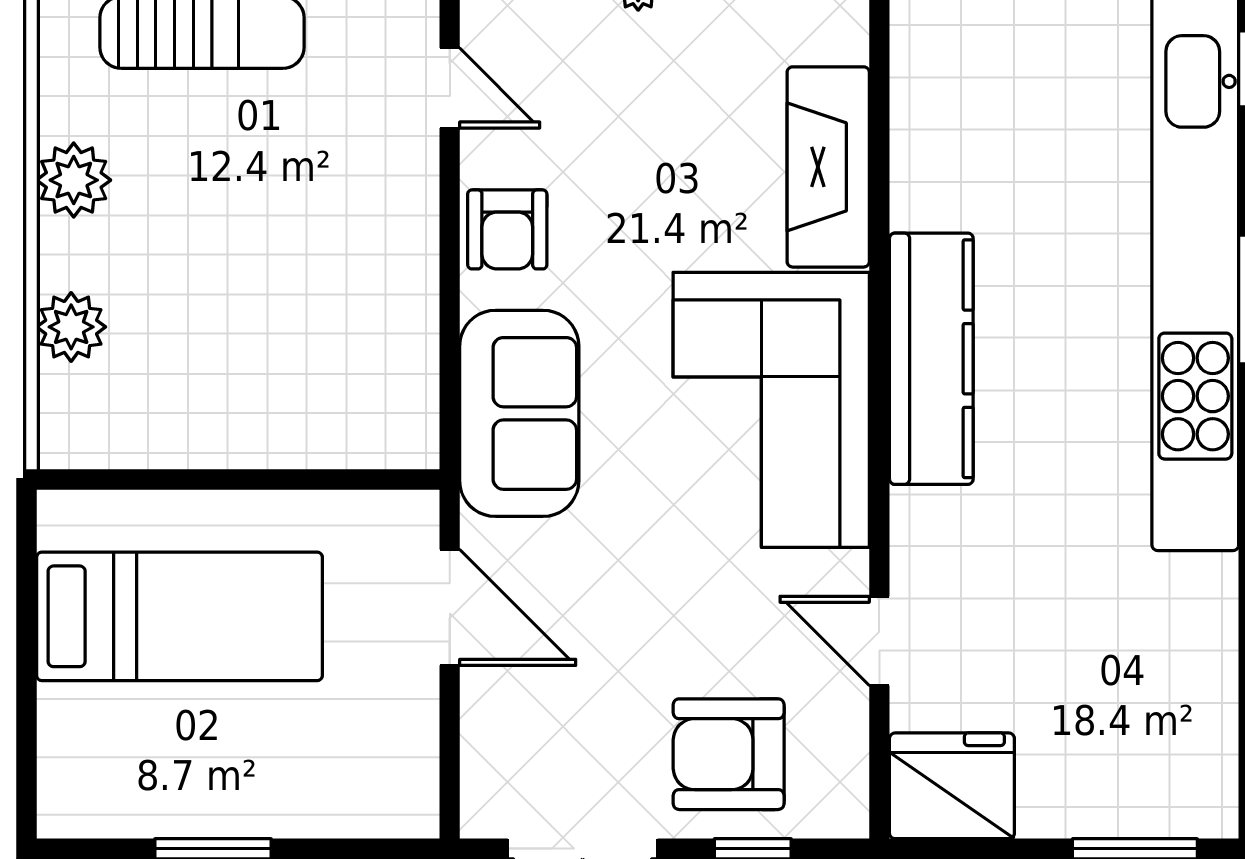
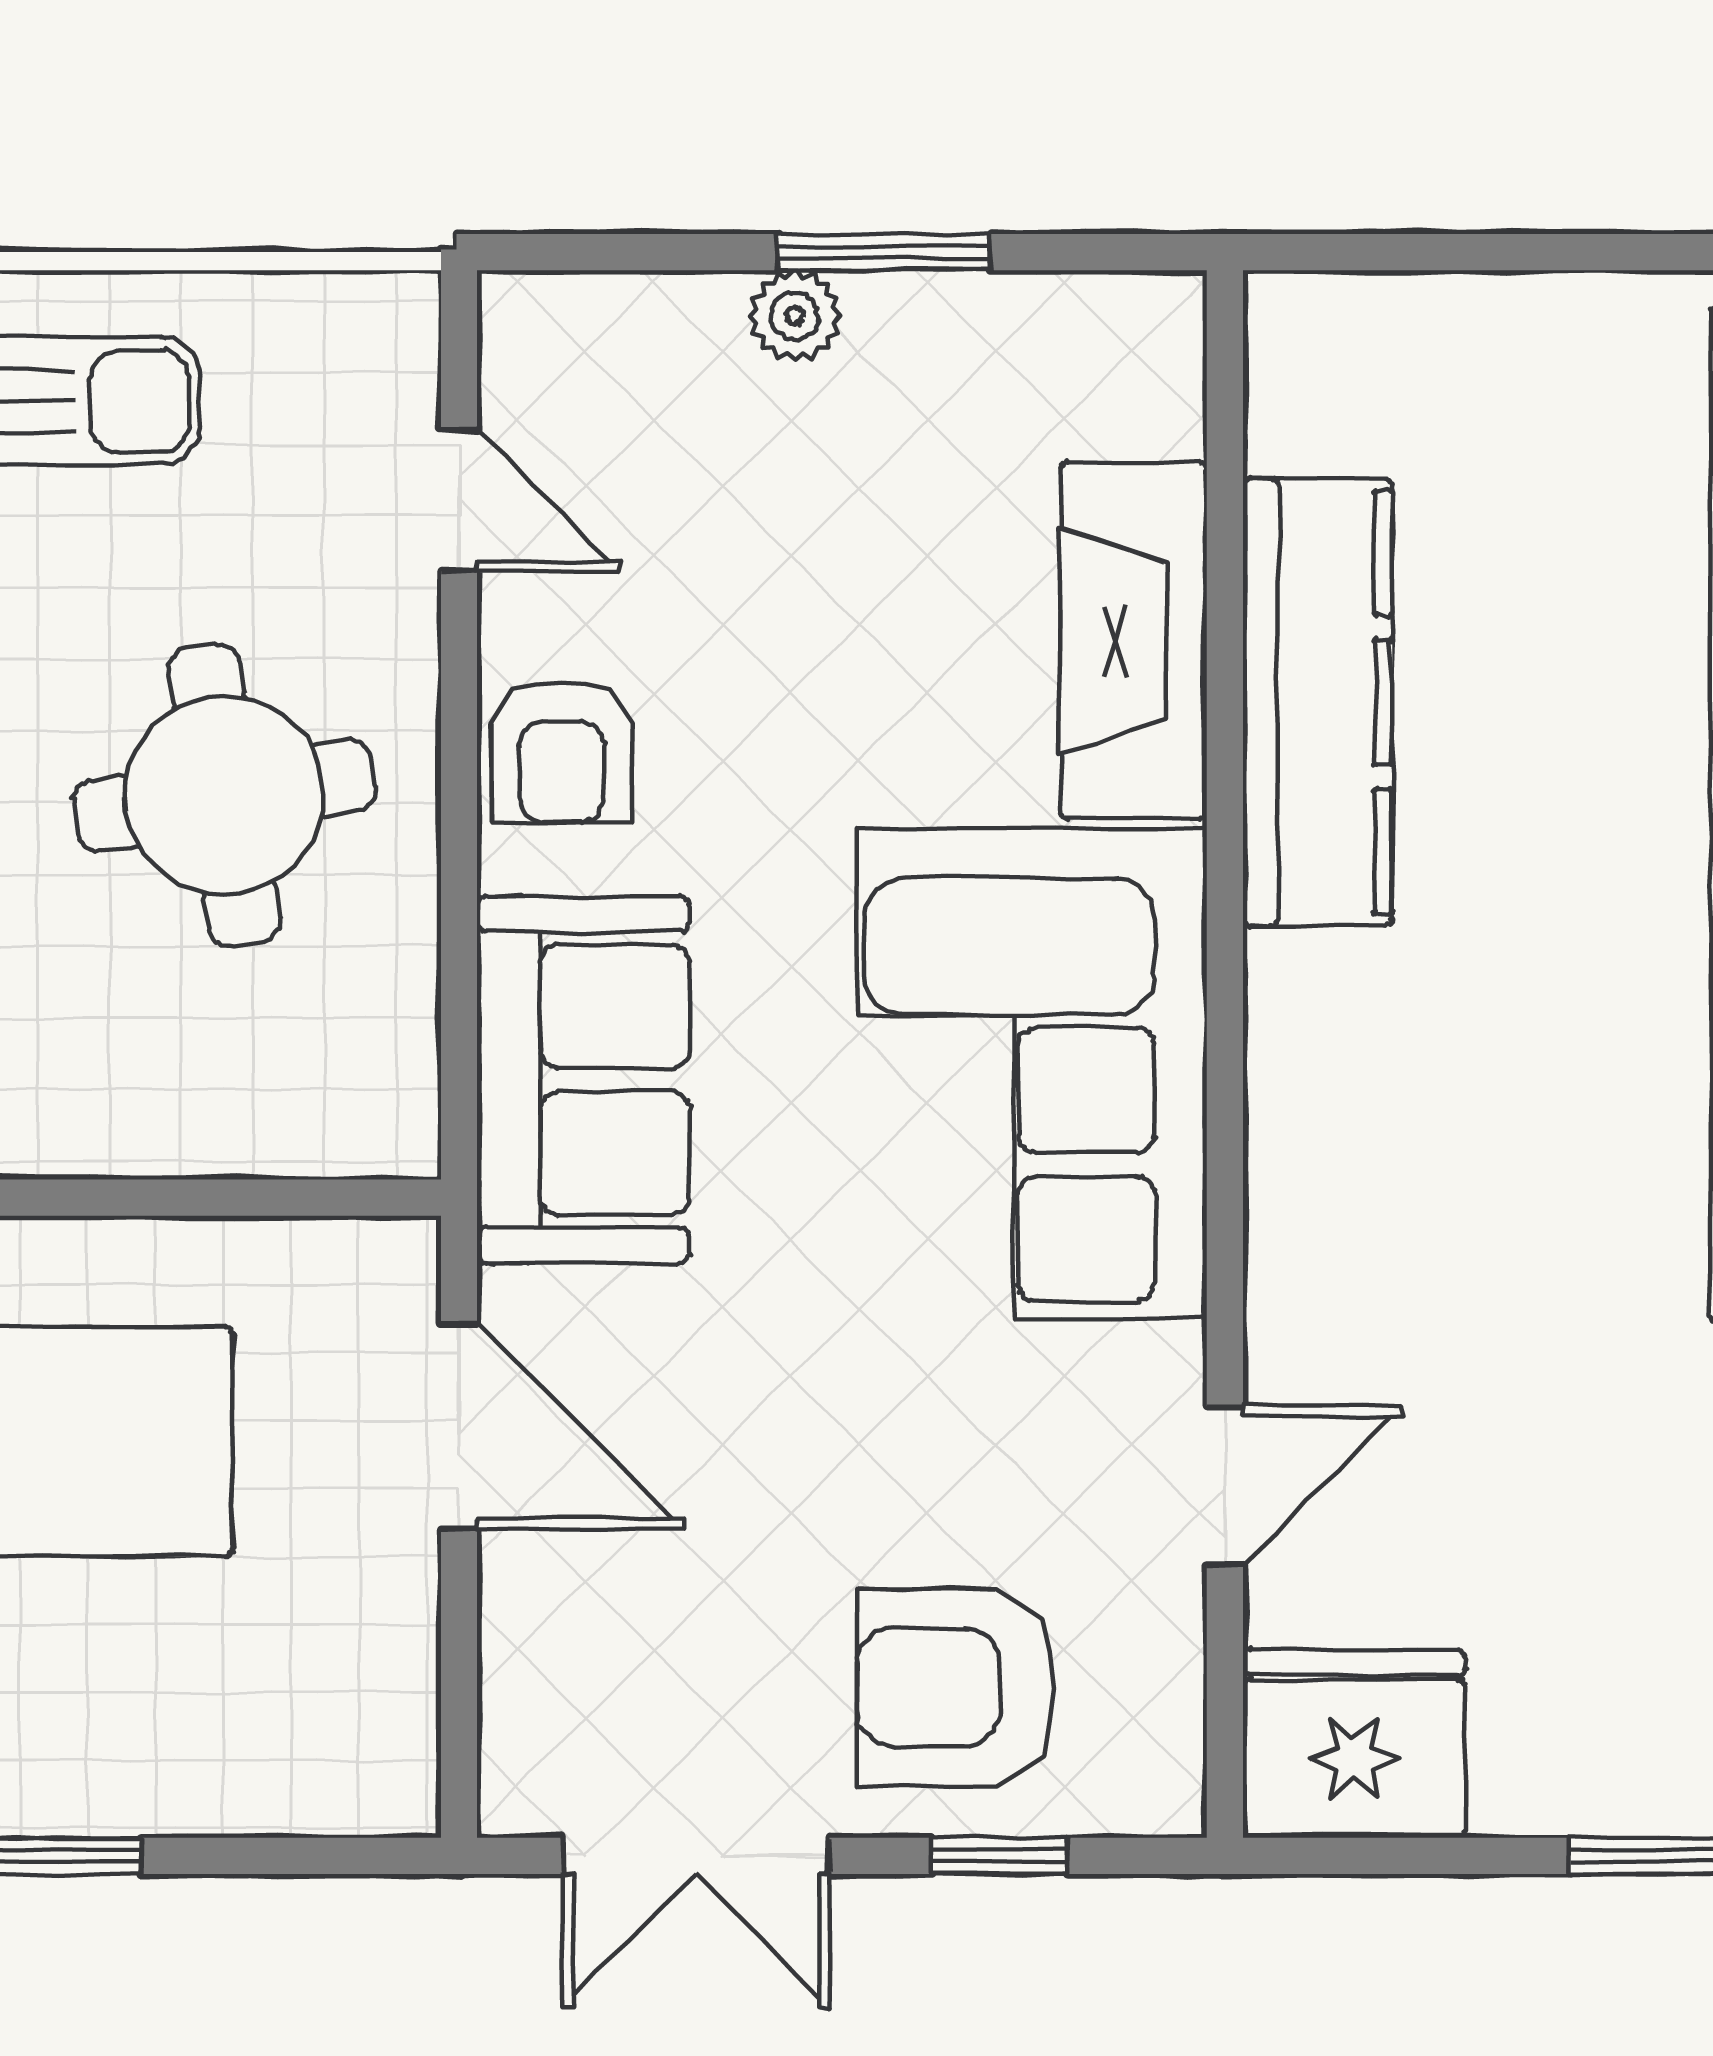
round table: (318, 254) -> (224, 795), added
kitchen counter: (931, 359) -> (1318, 702), moved
door: (879, 641) -> (1225, 1485), swing flipped

